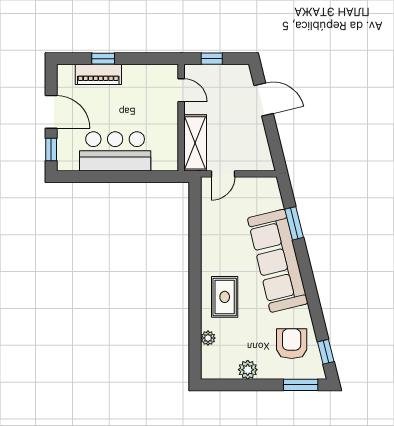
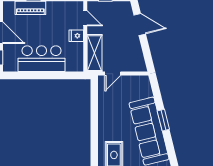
fridge: (168, 117) -> (76, 36), added
window: (294, 223) -> (163, 120), moved

